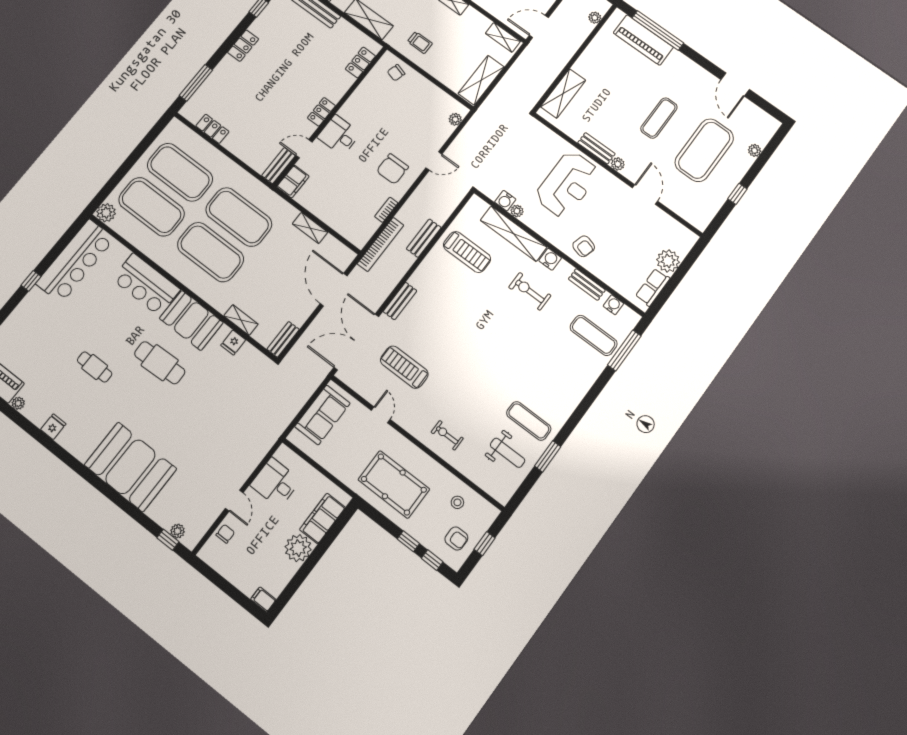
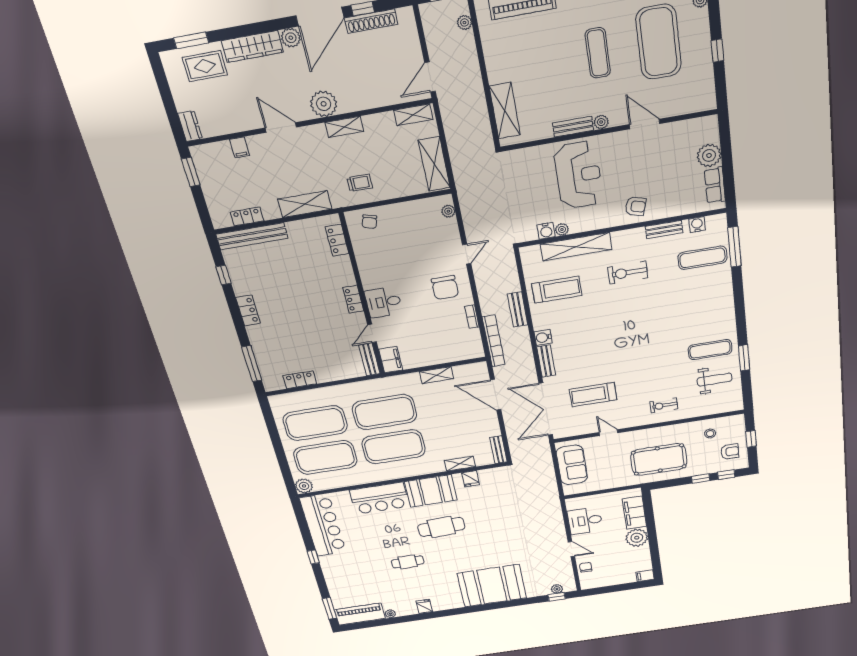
water cooler: (550, 259) -> (543, 337), moved, turned -90

